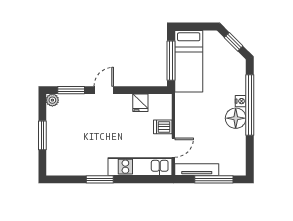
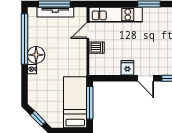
door: (104, 90) -> (146, 78), hinge flipped
fridge: (140, 103) -> (127, 68), moved
window: (250, 105) -> (24, 39), moved
tv unit: (197, 170) -> (55, 12), moved

